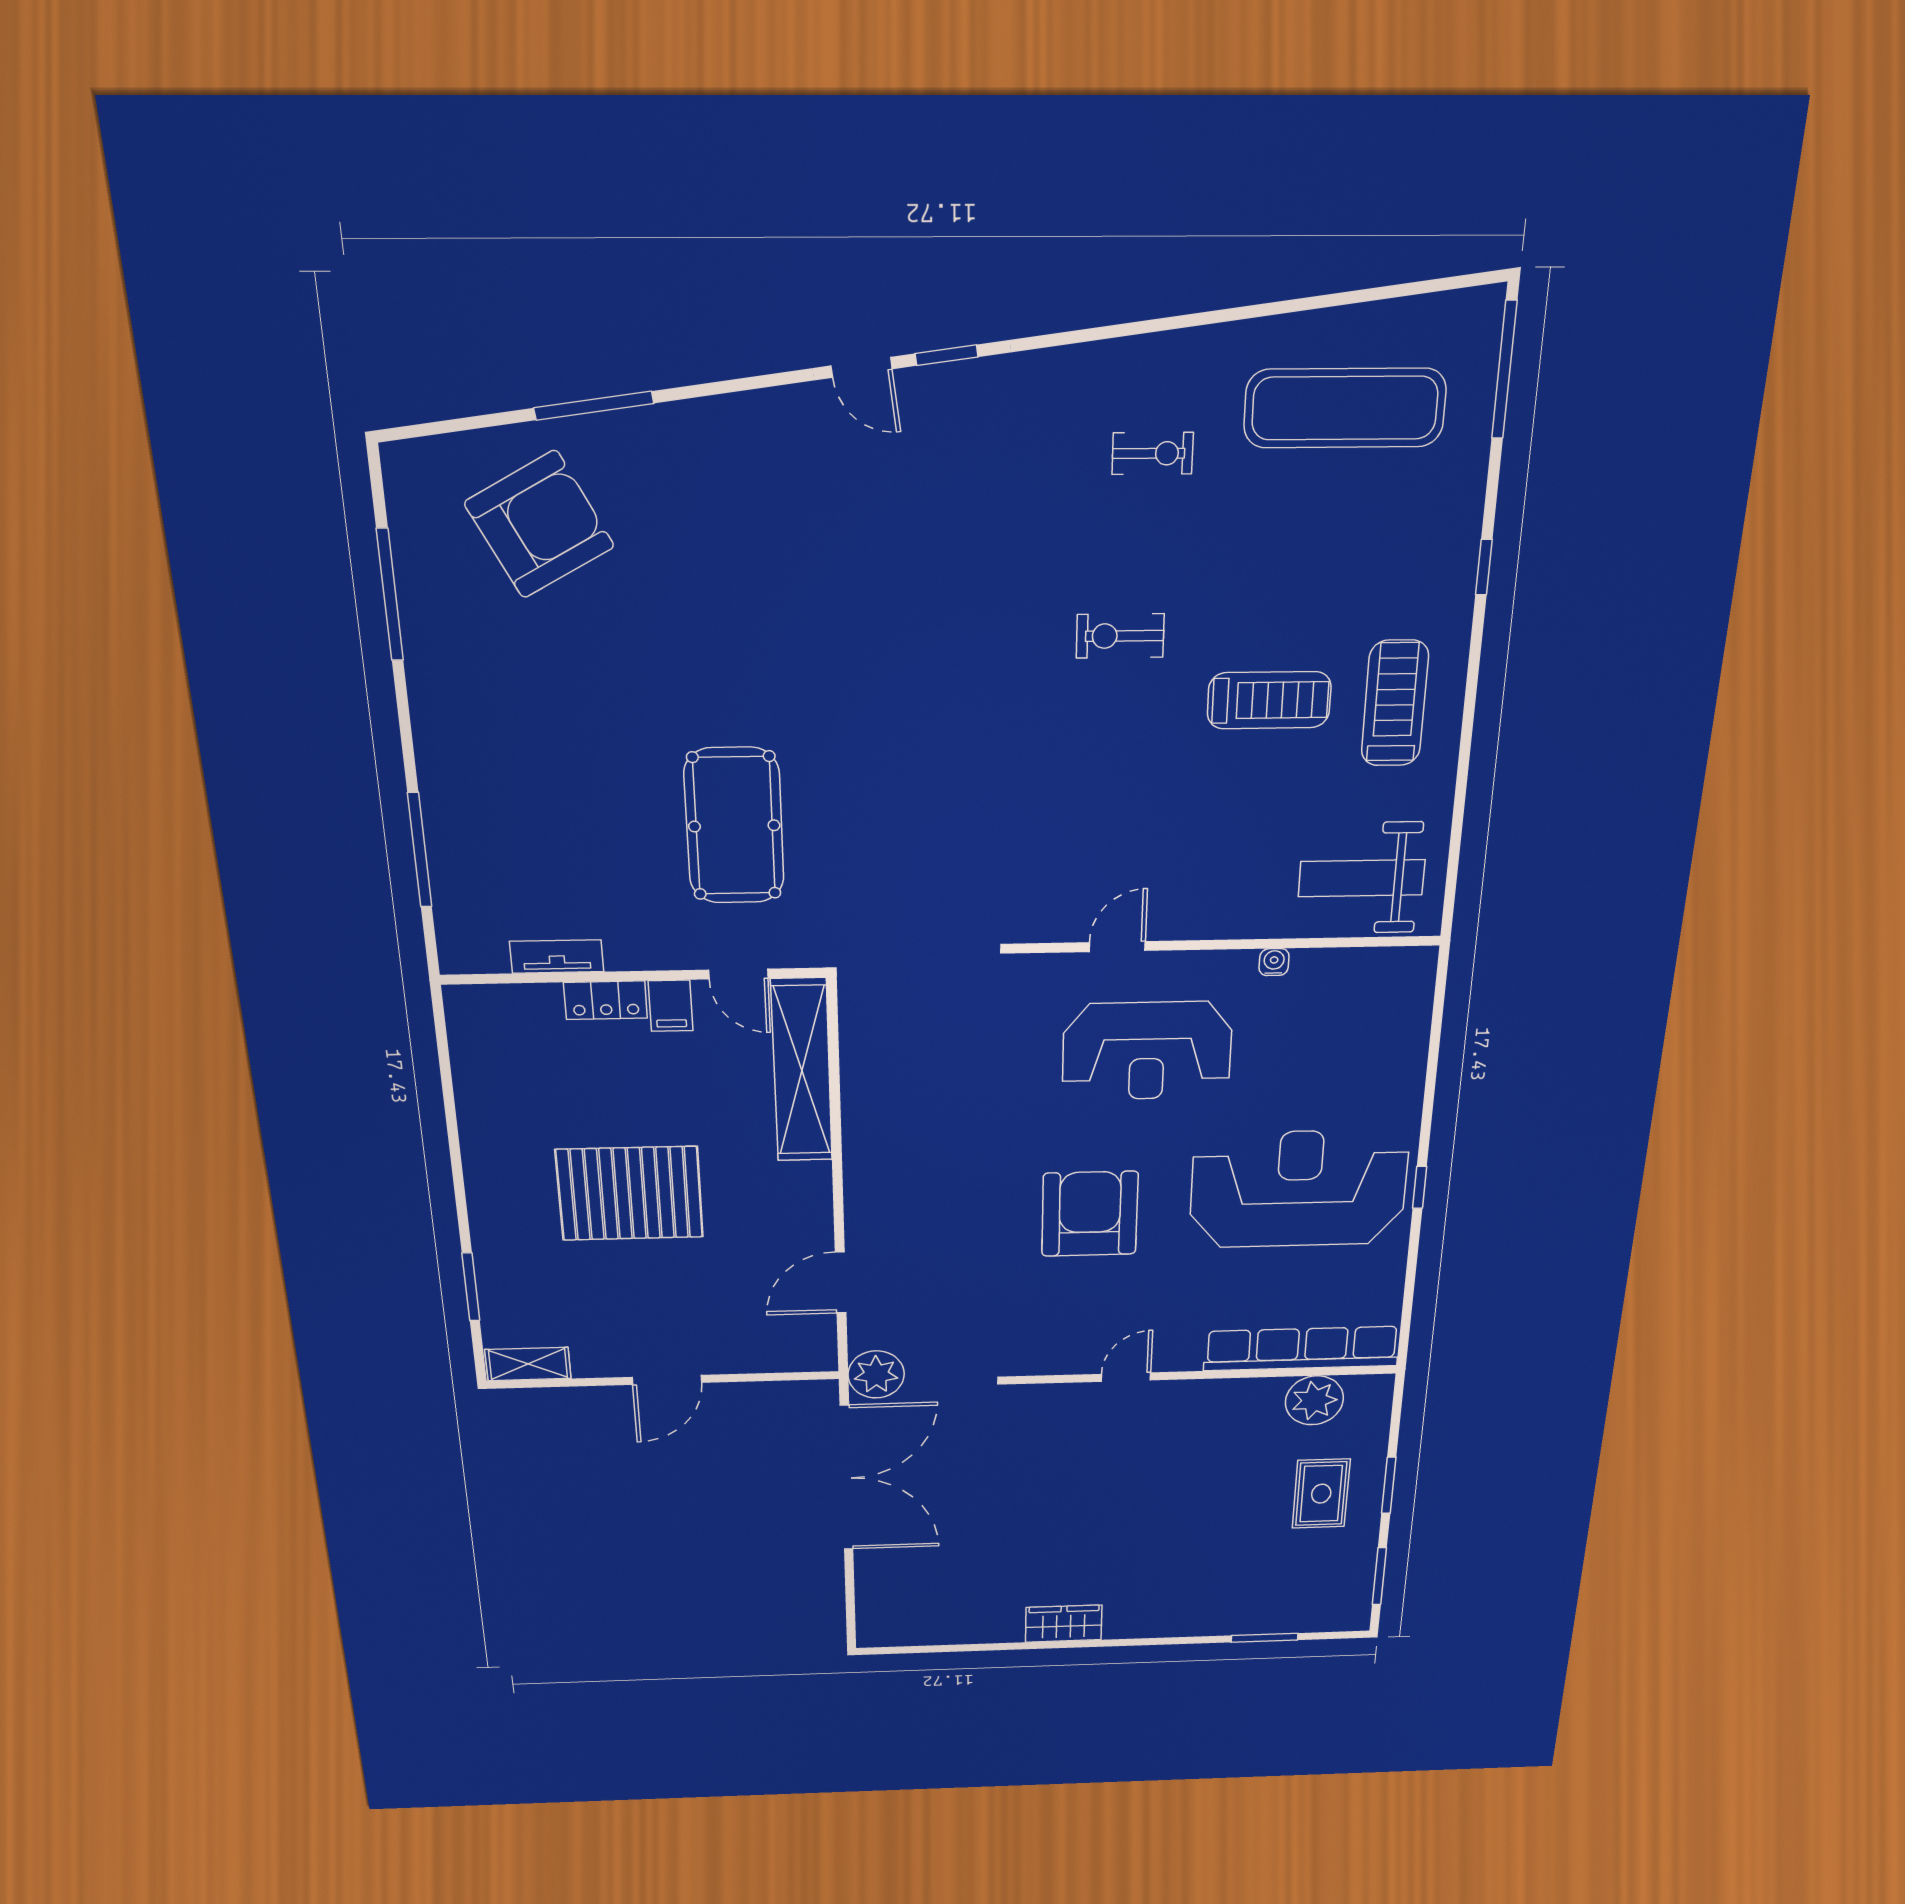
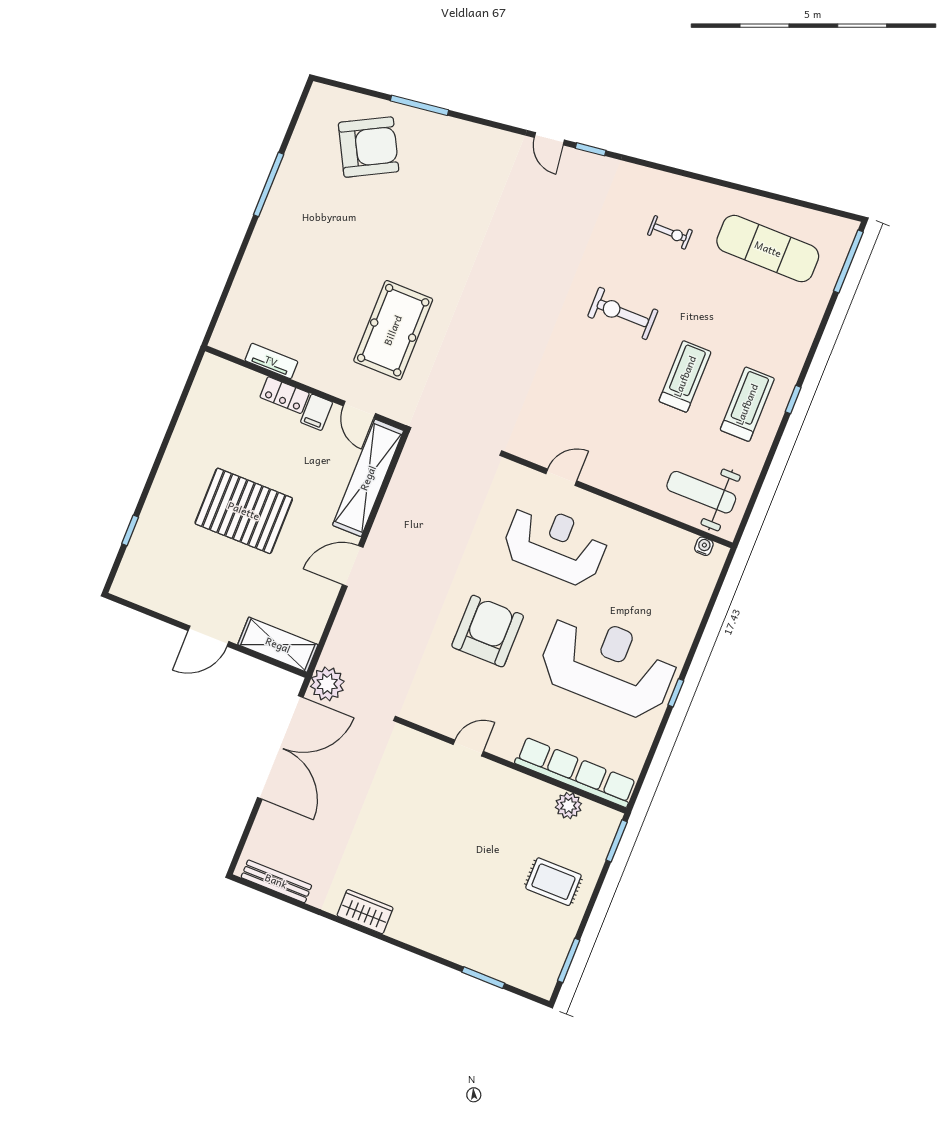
window: (1484, 567) -> (793, 400), moved
window: (390, 595) -> (269, 184), moved
exercise bike: (1120, 636) -> (623, 313), width x1.38, depth x1.39
treadmill: (1269, 700) -> (685, 376), turned -90
window: (420, 850) -> (231, 277), removed
water cooler: (1274, 962) -> (704, 546), moved
reception desk: (1147, 1051) -> (555, 544), turned 180
door: (841, 1283) -> (353, 566), moved
window: (471, 1287) -> (130, 530), width x0.67
shelving: (528, 1364) -> (278, 645), moved, width x1.50, depth x1.33
plant: (1314, 1400) -> (568, 806), width x0.73, depth x0.73
window: (1389, 1485) -> (617, 841), moved
rug: (1321, 1494) -> (553, 882), turned 90
bench: (922, 1634) -> (276, 881), added

